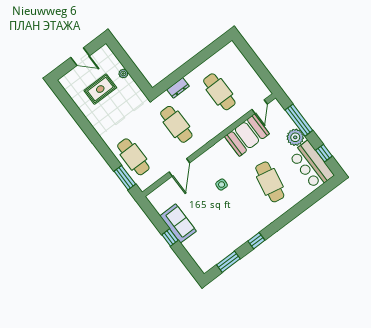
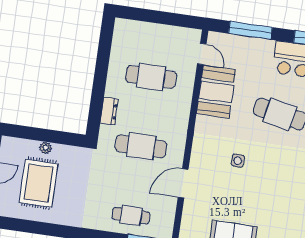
rug: (100, 89) -> (38, 183), width x1.36, depth x1.43
plant: (295, 137) -> (263, 50), removed
cafe table: (133, 157) -> (131, 216), width x0.73, depth x0.74
door: (179, 167) -> (183, 183), swing flipped

